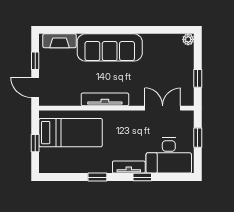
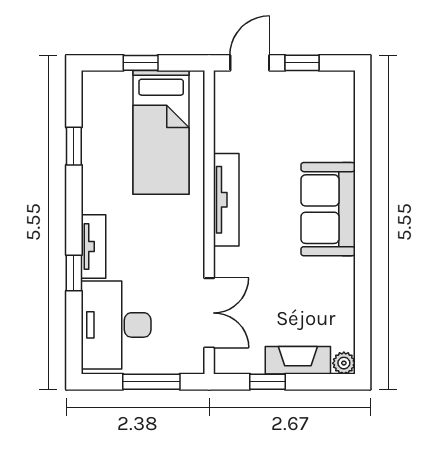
fireplace: (59, 41) -> (298, 360), moved, turned 90
sofa: (110, 47) -> (328, 209), width x0.73
window: (198, 138) -> (151, 382), width x1.50
window: (97, 177) -> (74, 146), moved

